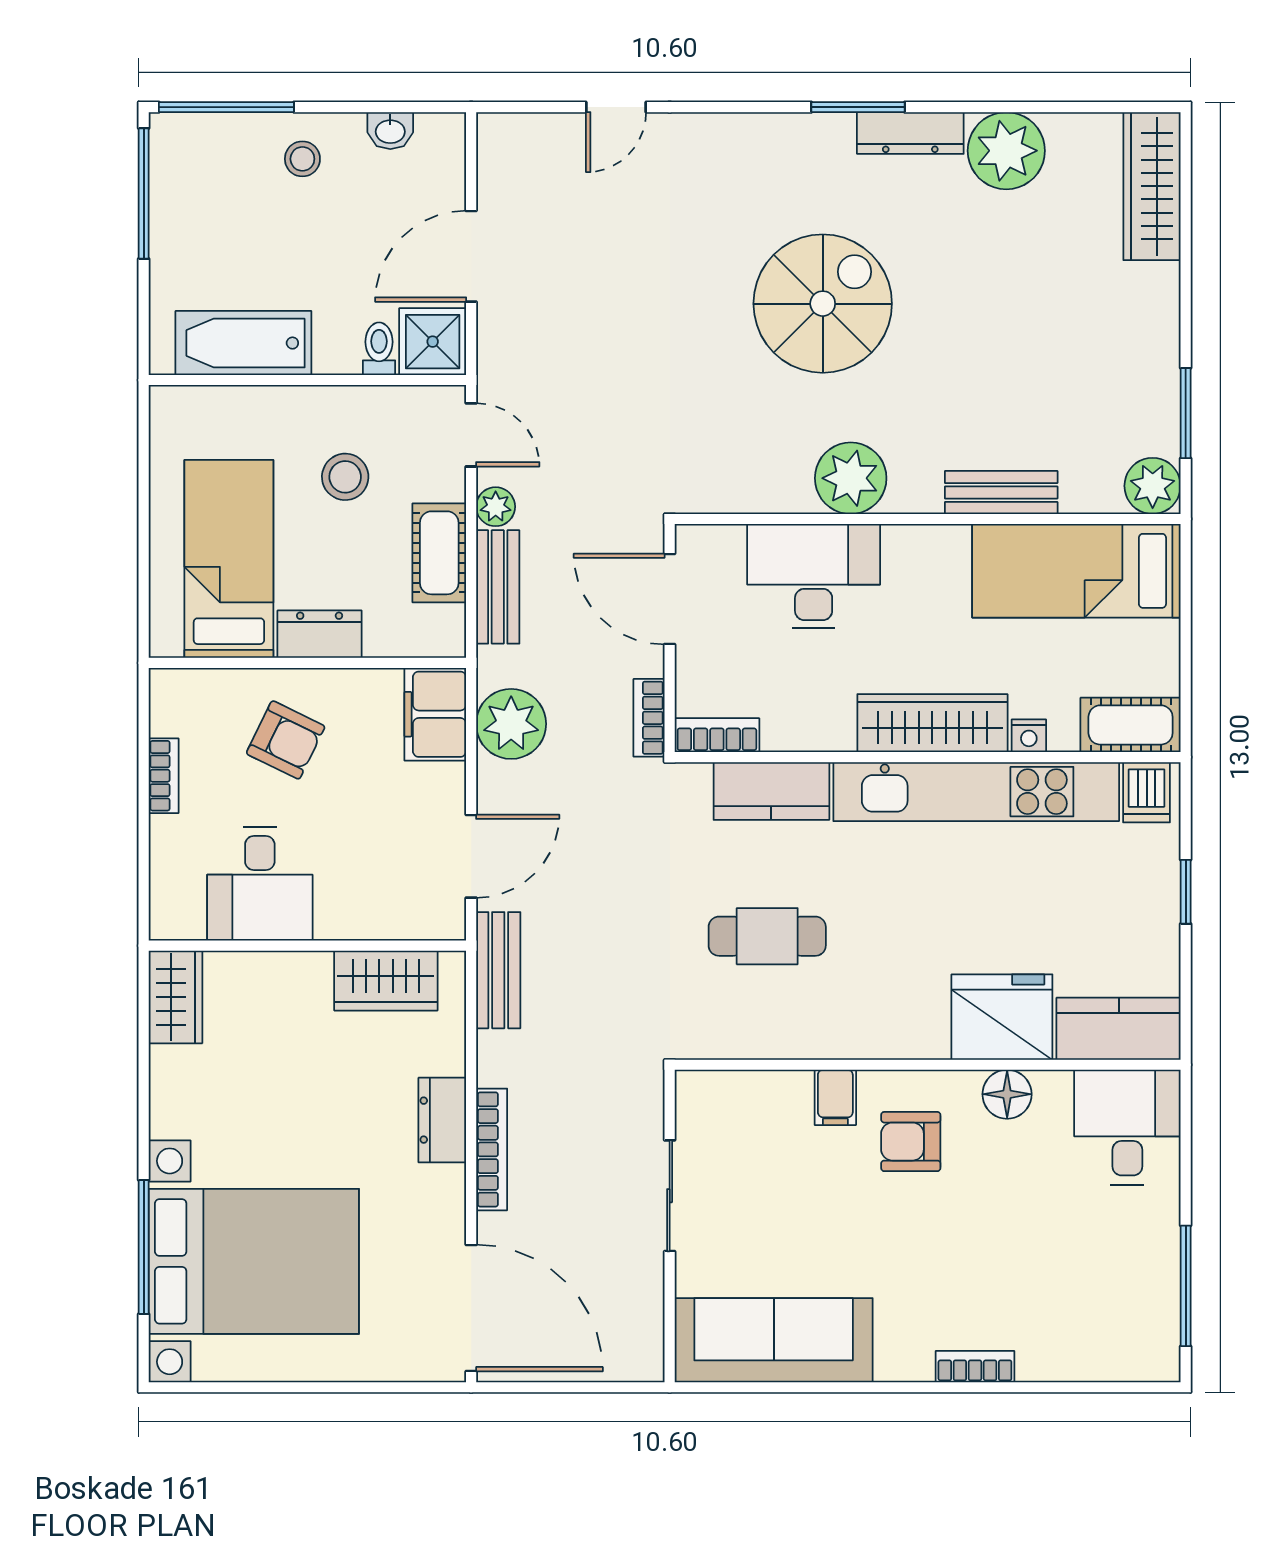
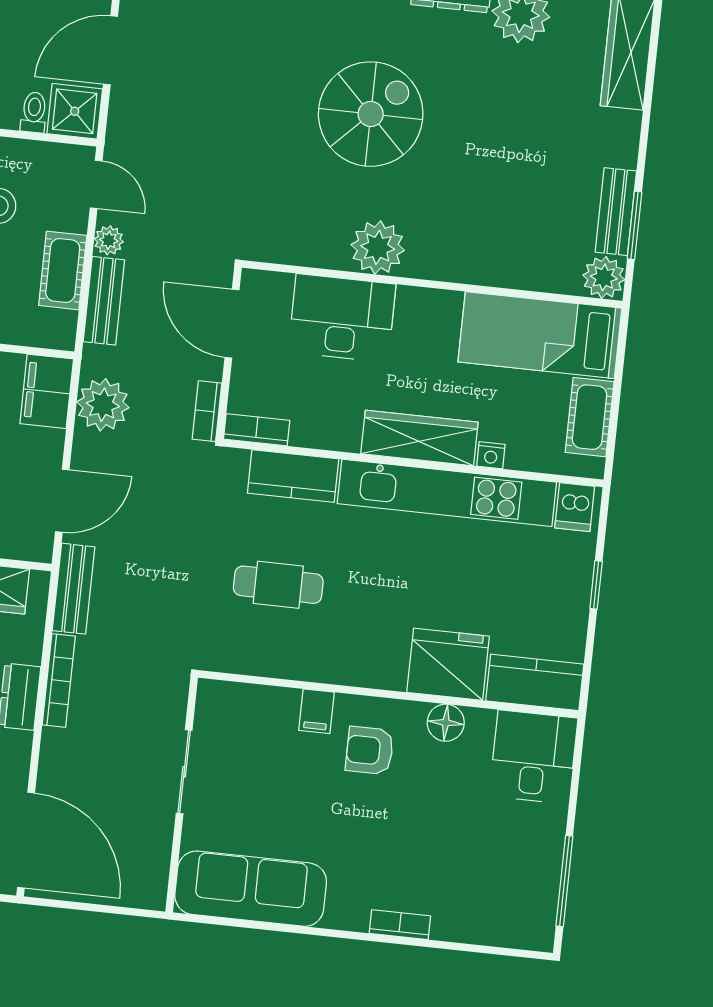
bench: (1001, 492) -> (616, 212), moved, turned 90
cot: (1131, 725) -> (590, 417), moved, turned 90
bookcase: (492, 1149) -> (59, 681), moved

